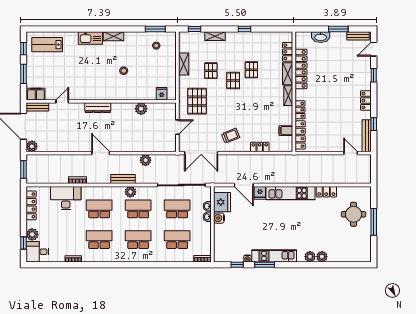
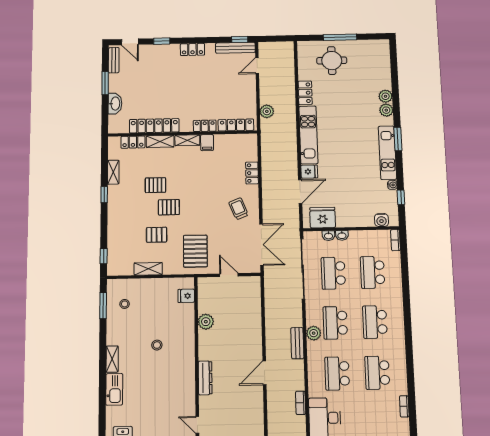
shelving: (215, 36) -> (113, 172), moved
pallet: (197, 101) -> (195, 251), turned 90
window: (374, 124) -> (240, 39), moved
filing cabinet: (286, 131) -> (207, 143), moved
plant: (146, 160) -> (267, 111), moved
water cooler: (219, 218) -> (381, 220), moved
window: (265, 265) -> (398, 139), moved

